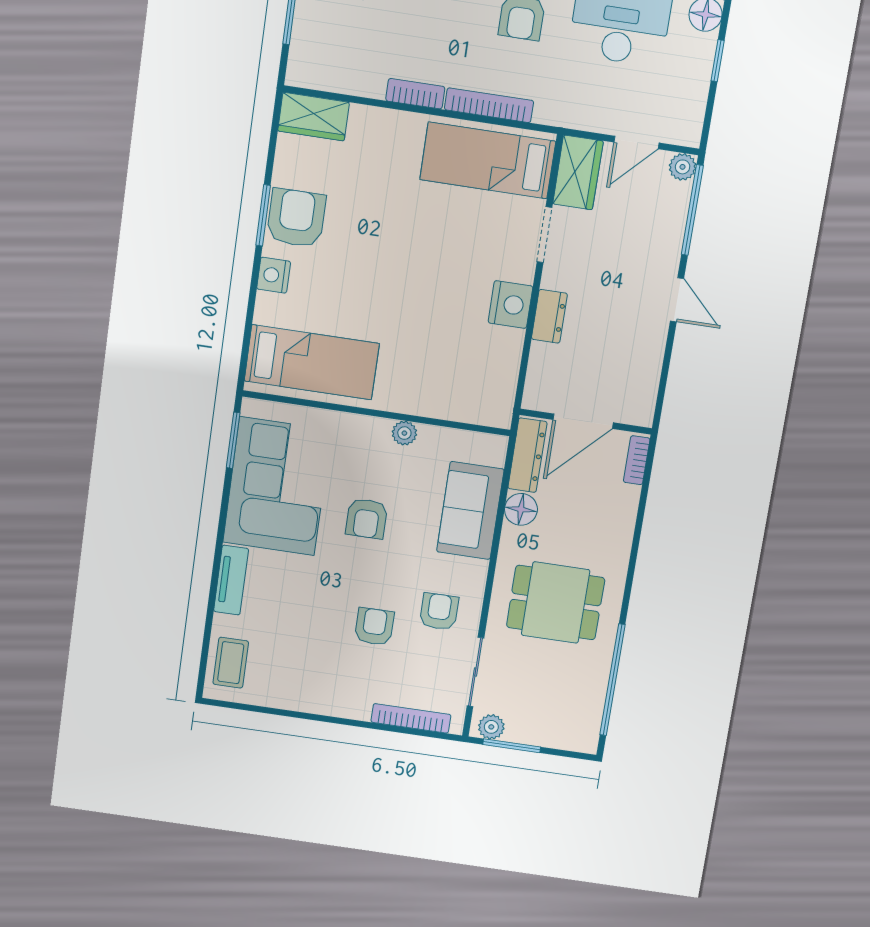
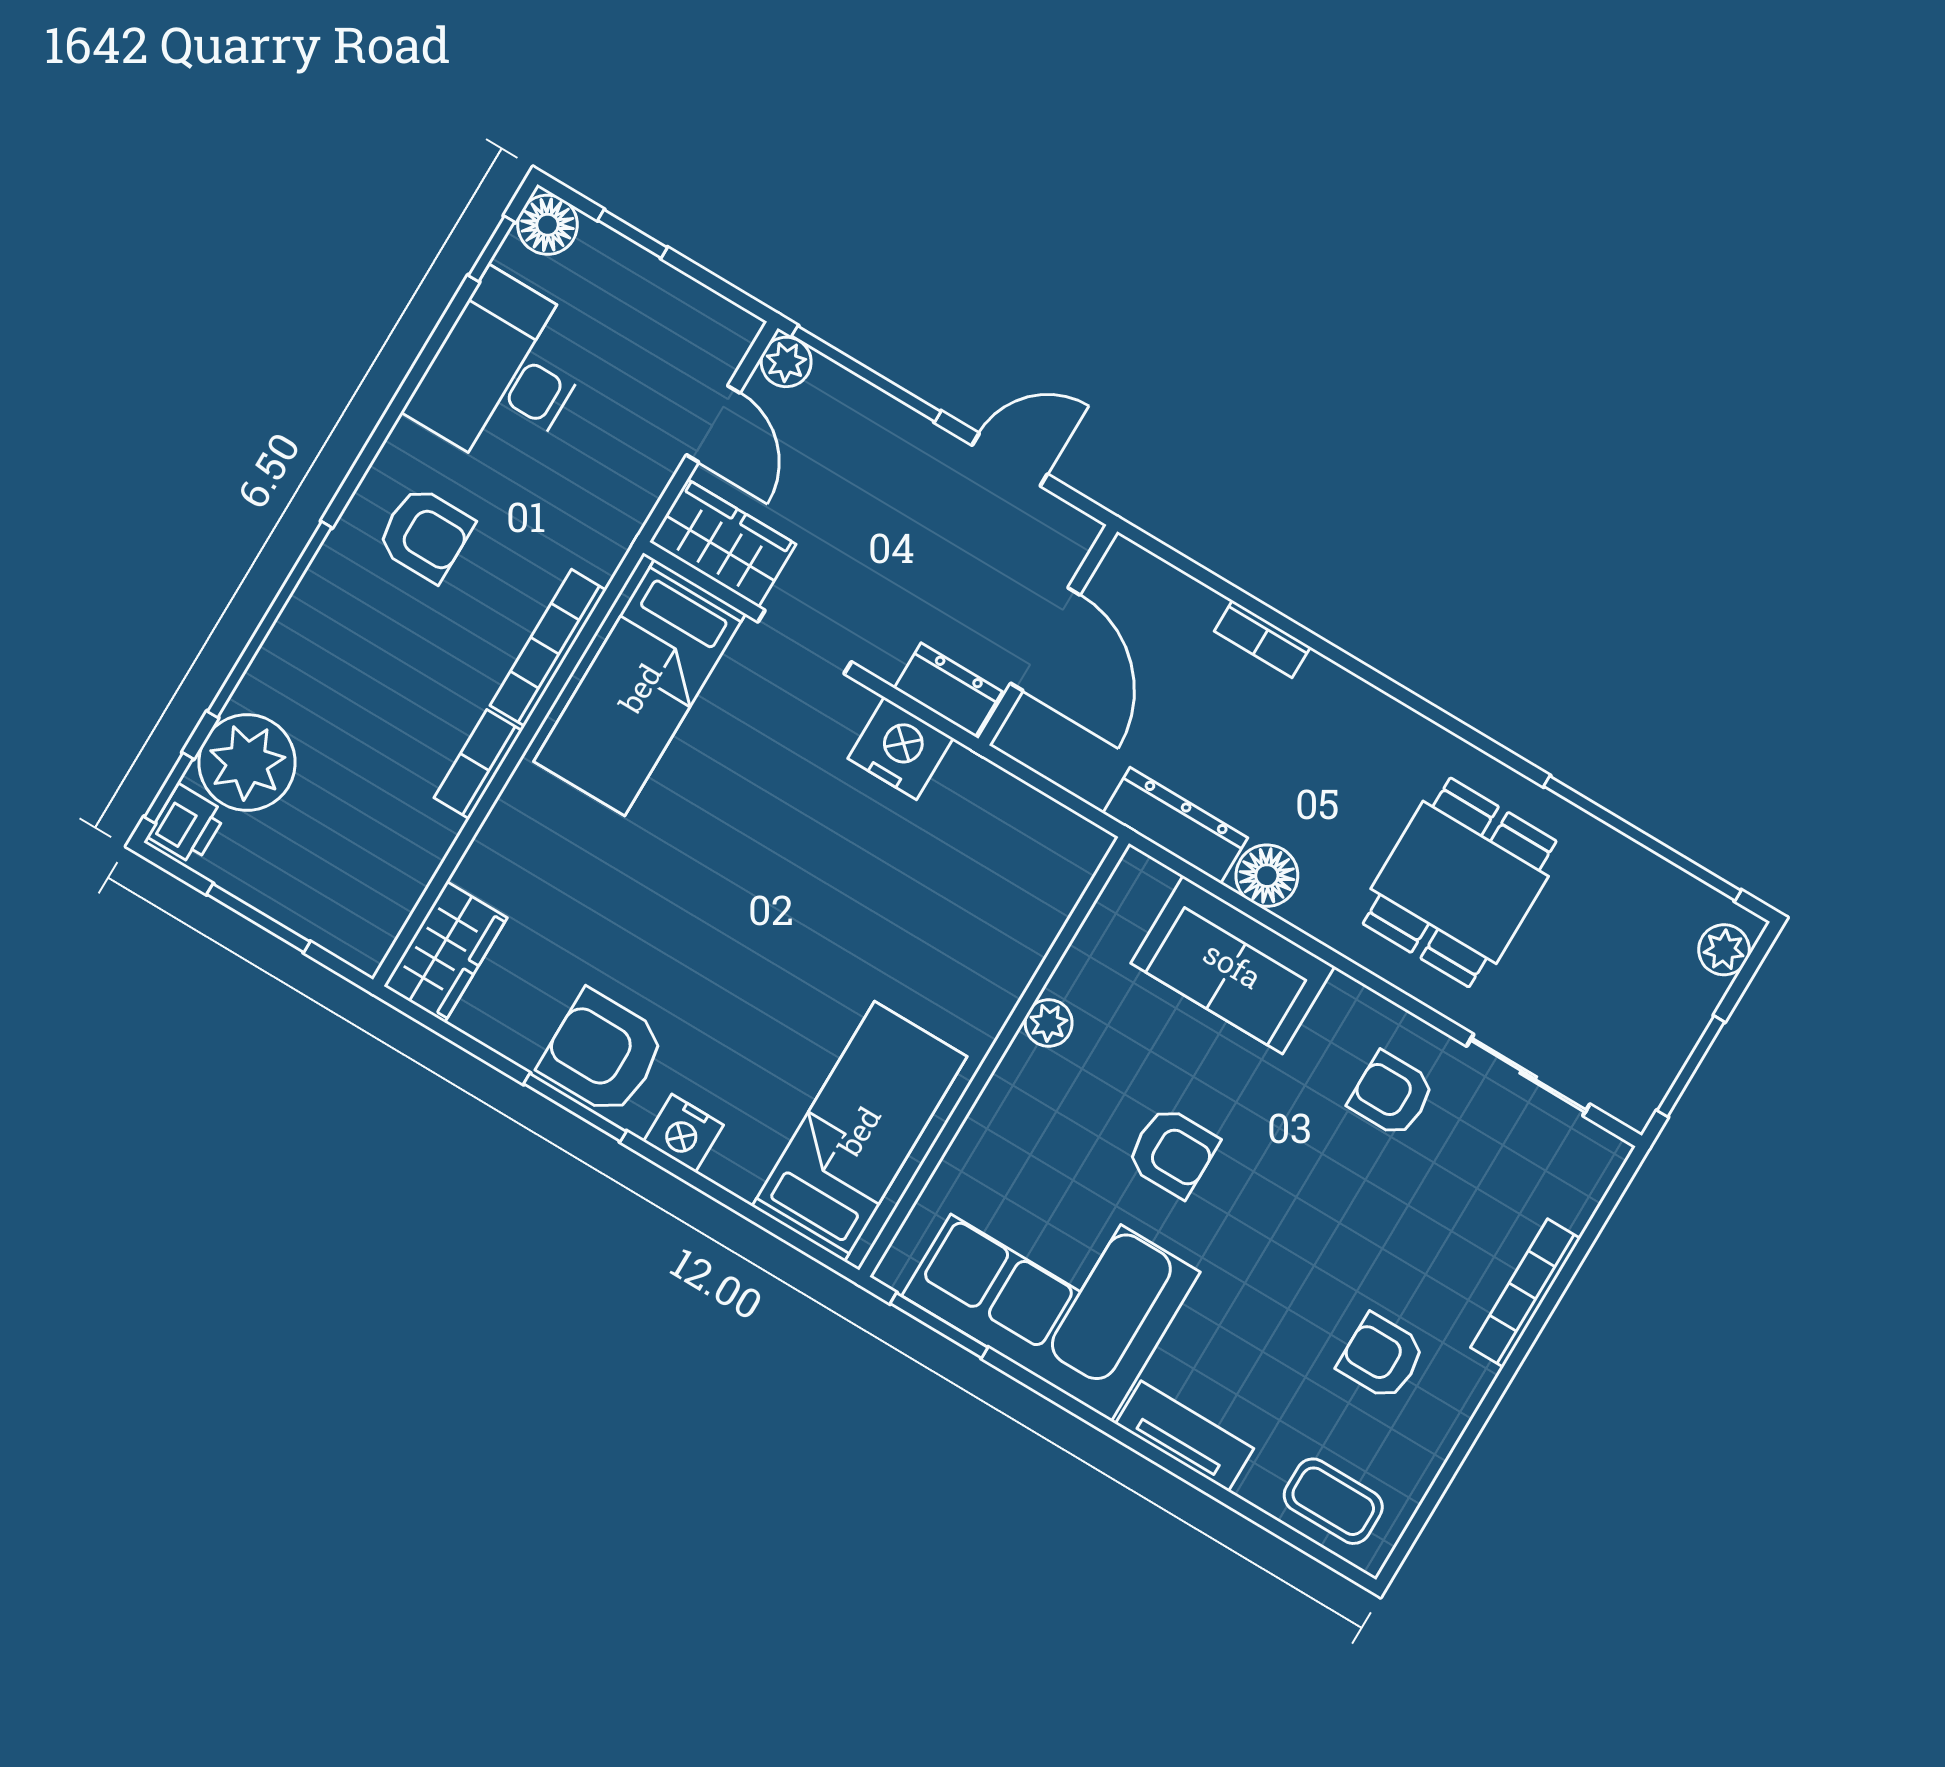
door: (583, 421) -> (1045, 639), moved
wall: (586, 422) -> (1048, 635), moved
armchair: (374, 627) -> (1381, 1357), moved
bookcase: (411, 718) -> (1526, 1293), moved
plant: (491, 727) -> (1724, 950), moved

